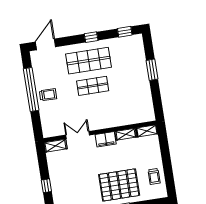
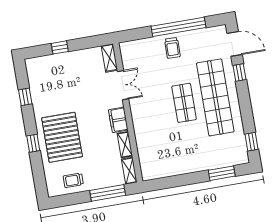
window: (91, 37) -> (240, 73), moved
shop shelf: (89, 61) -> (215, 97), width x1.40
window: (152, 70) -> (222, 173), moved
window: (165, 149) -> (108, 193), added

